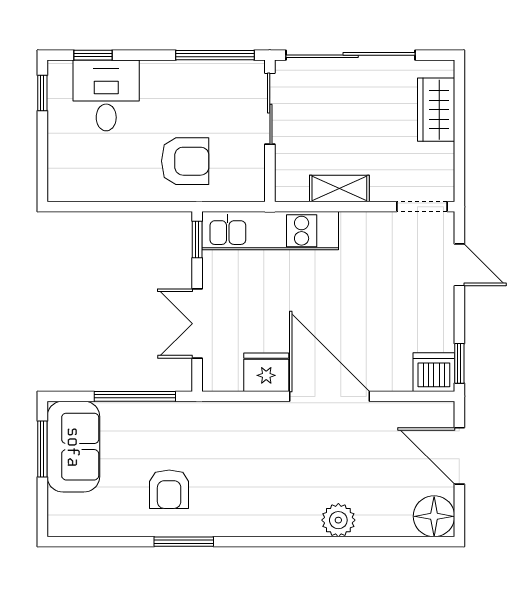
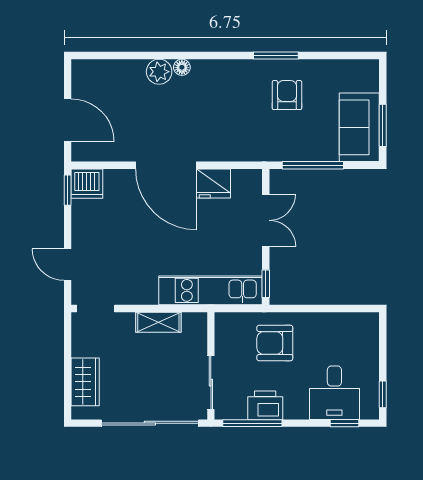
printer: (198, 79) -> (265, 405), added
floor lamp: (434, 516) -> (182, 67), moved, width x0.53, depth x0.53

